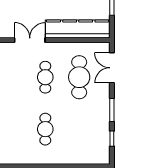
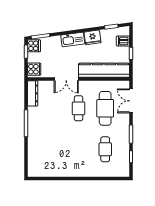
double door: (30, 40) -> (66, 79), swing flipped
cafe table: (45, 129) -> (105, 149), moved

